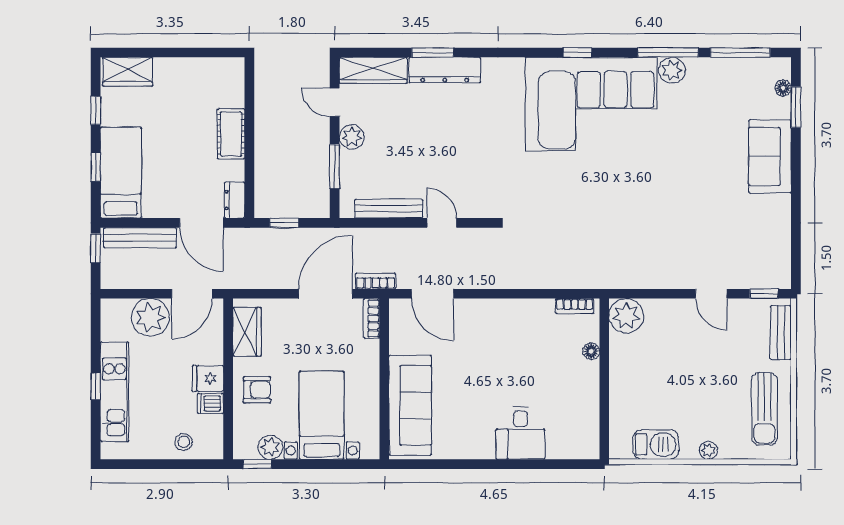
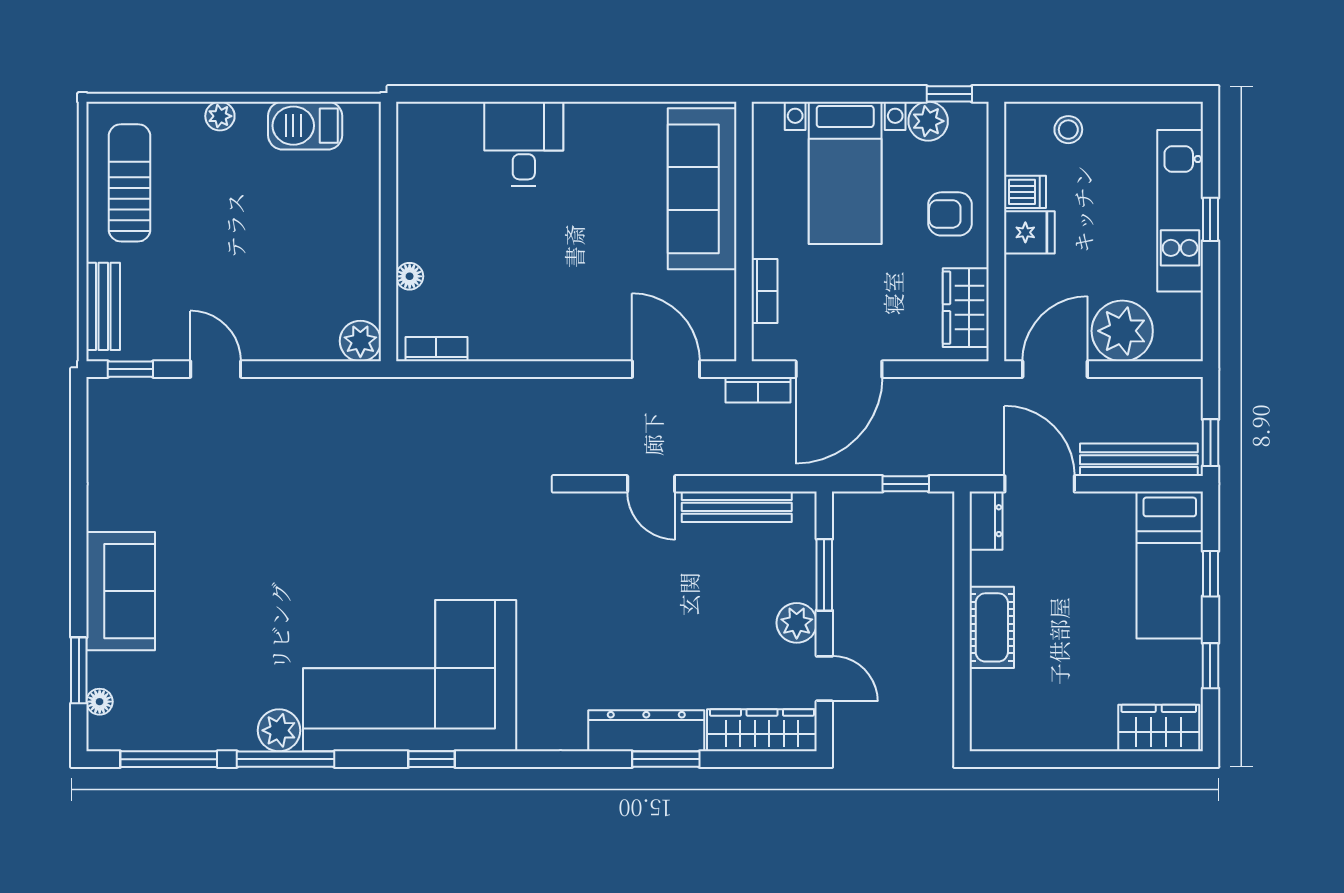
plant: (626, 316) -> (360, 341), width x0.73, depth x0.73
bookcase: (372, 318) -> (765, 291), moved

